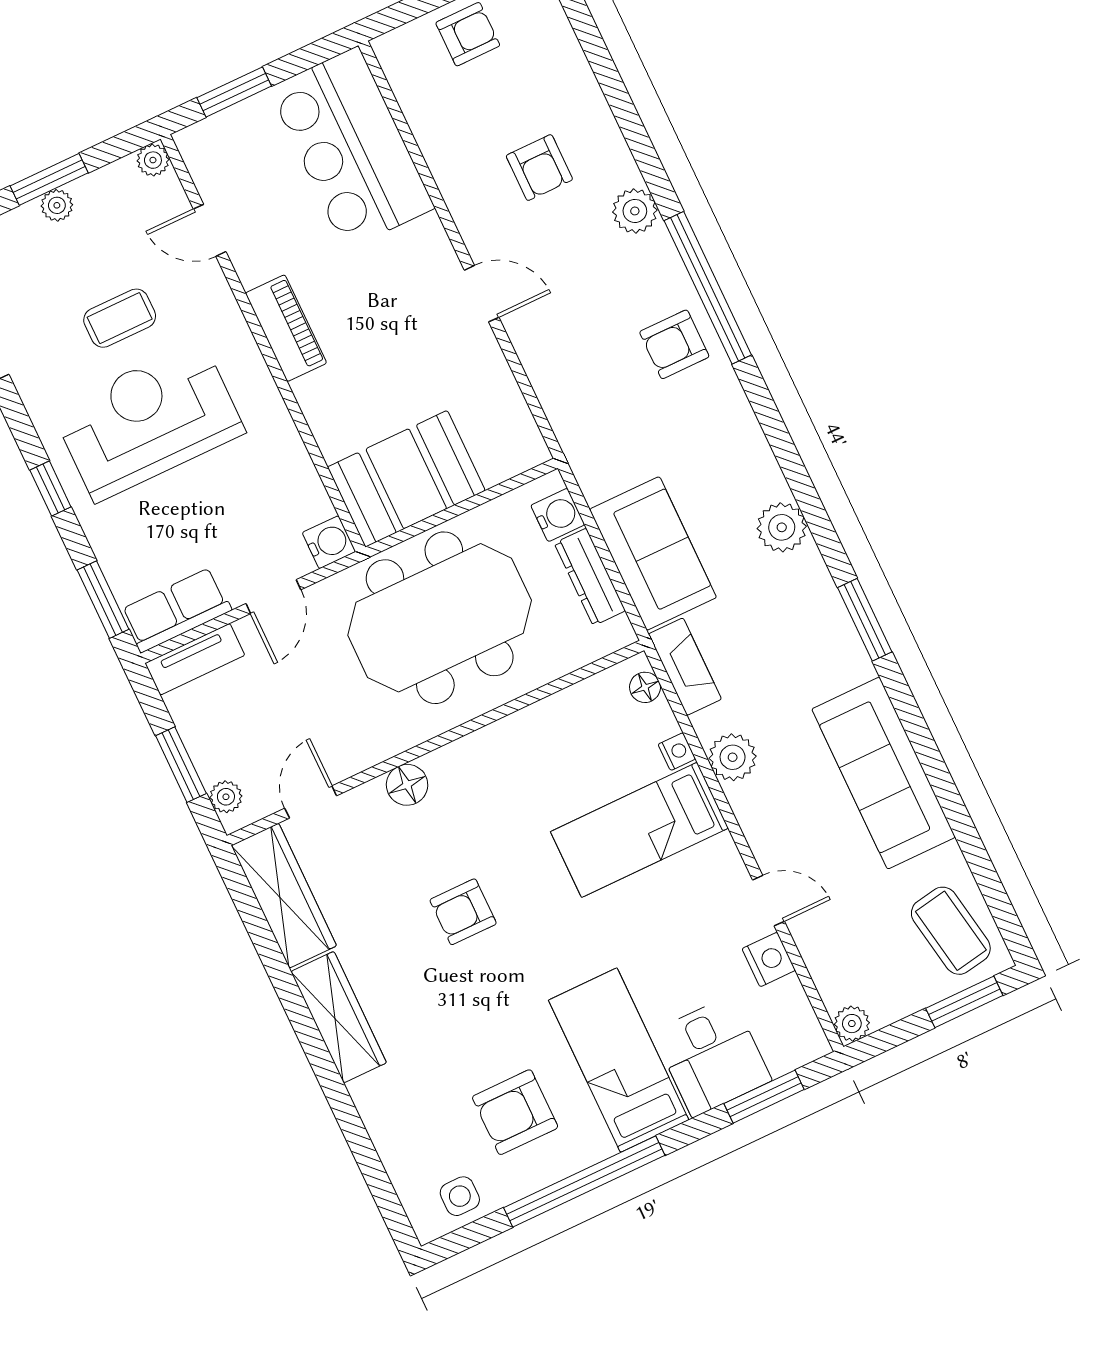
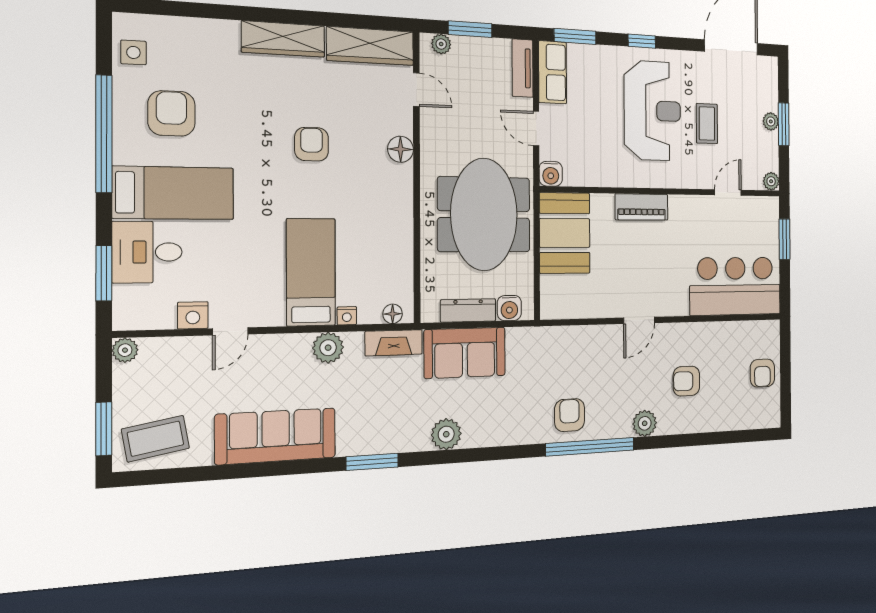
piano: (286, 328) -> (642, 207), moved

